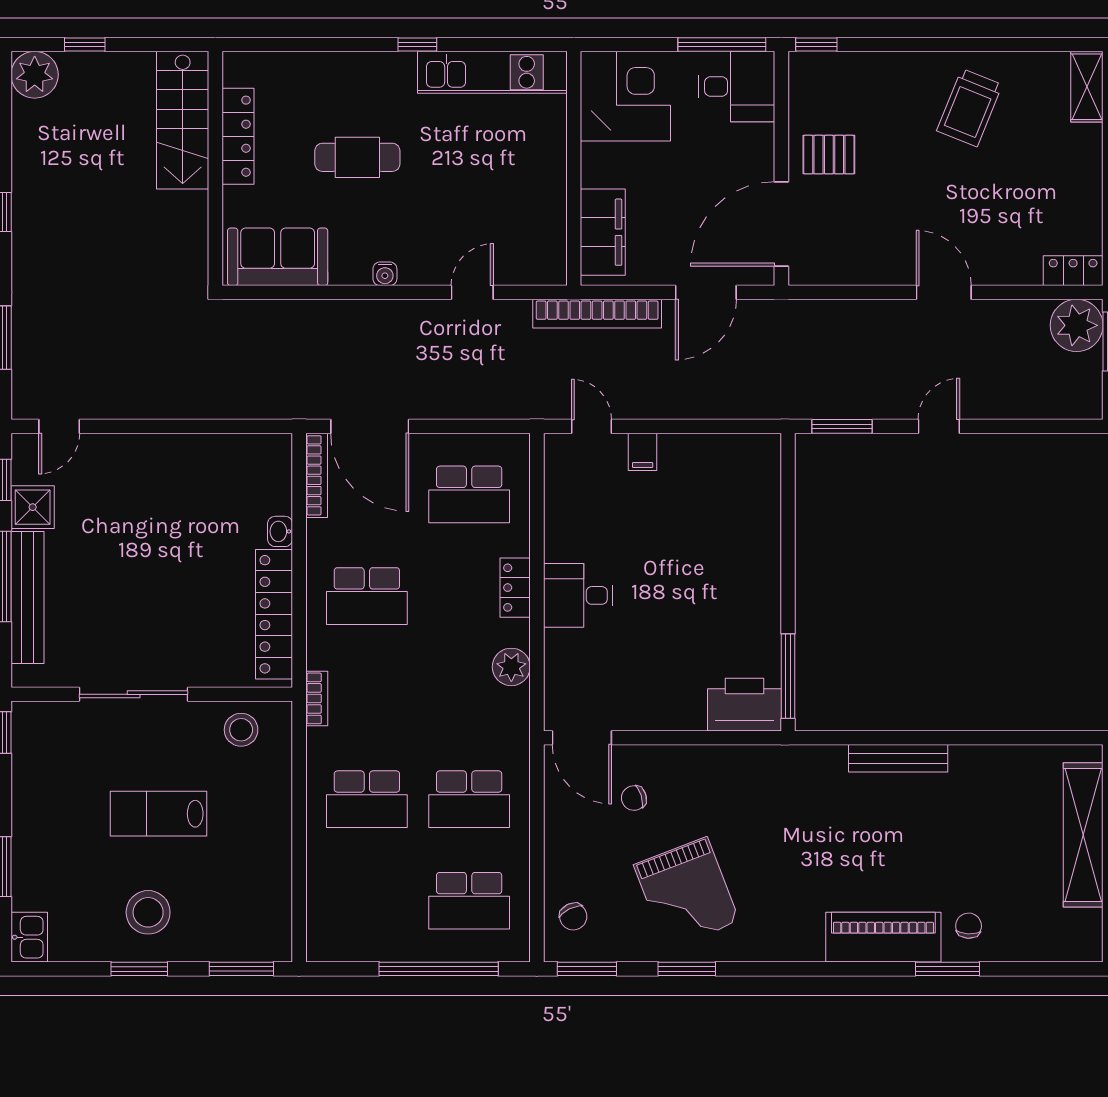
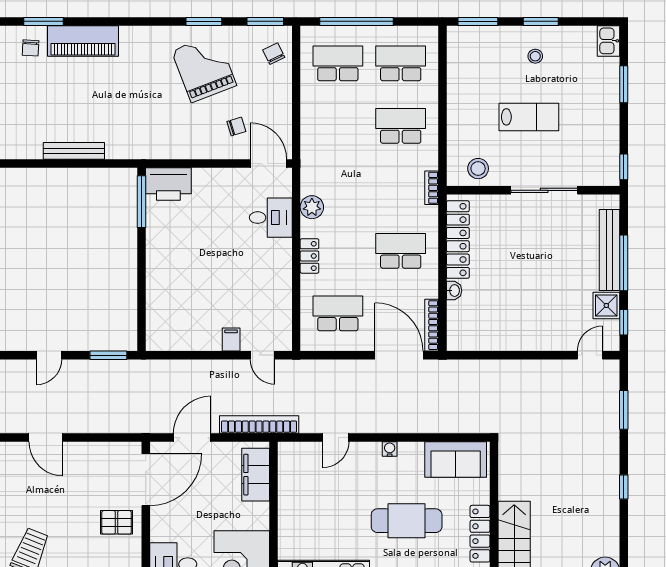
cafe table: (357, 157) -> (407, 521), width x1.37, depth x1.35
desk: (578, 595) -> (271, 218), moved
school desk: (469, 799) -> (401, 63), moved
stool: (148, 912) -> (535, 56), width x0.53, depth x0.53

